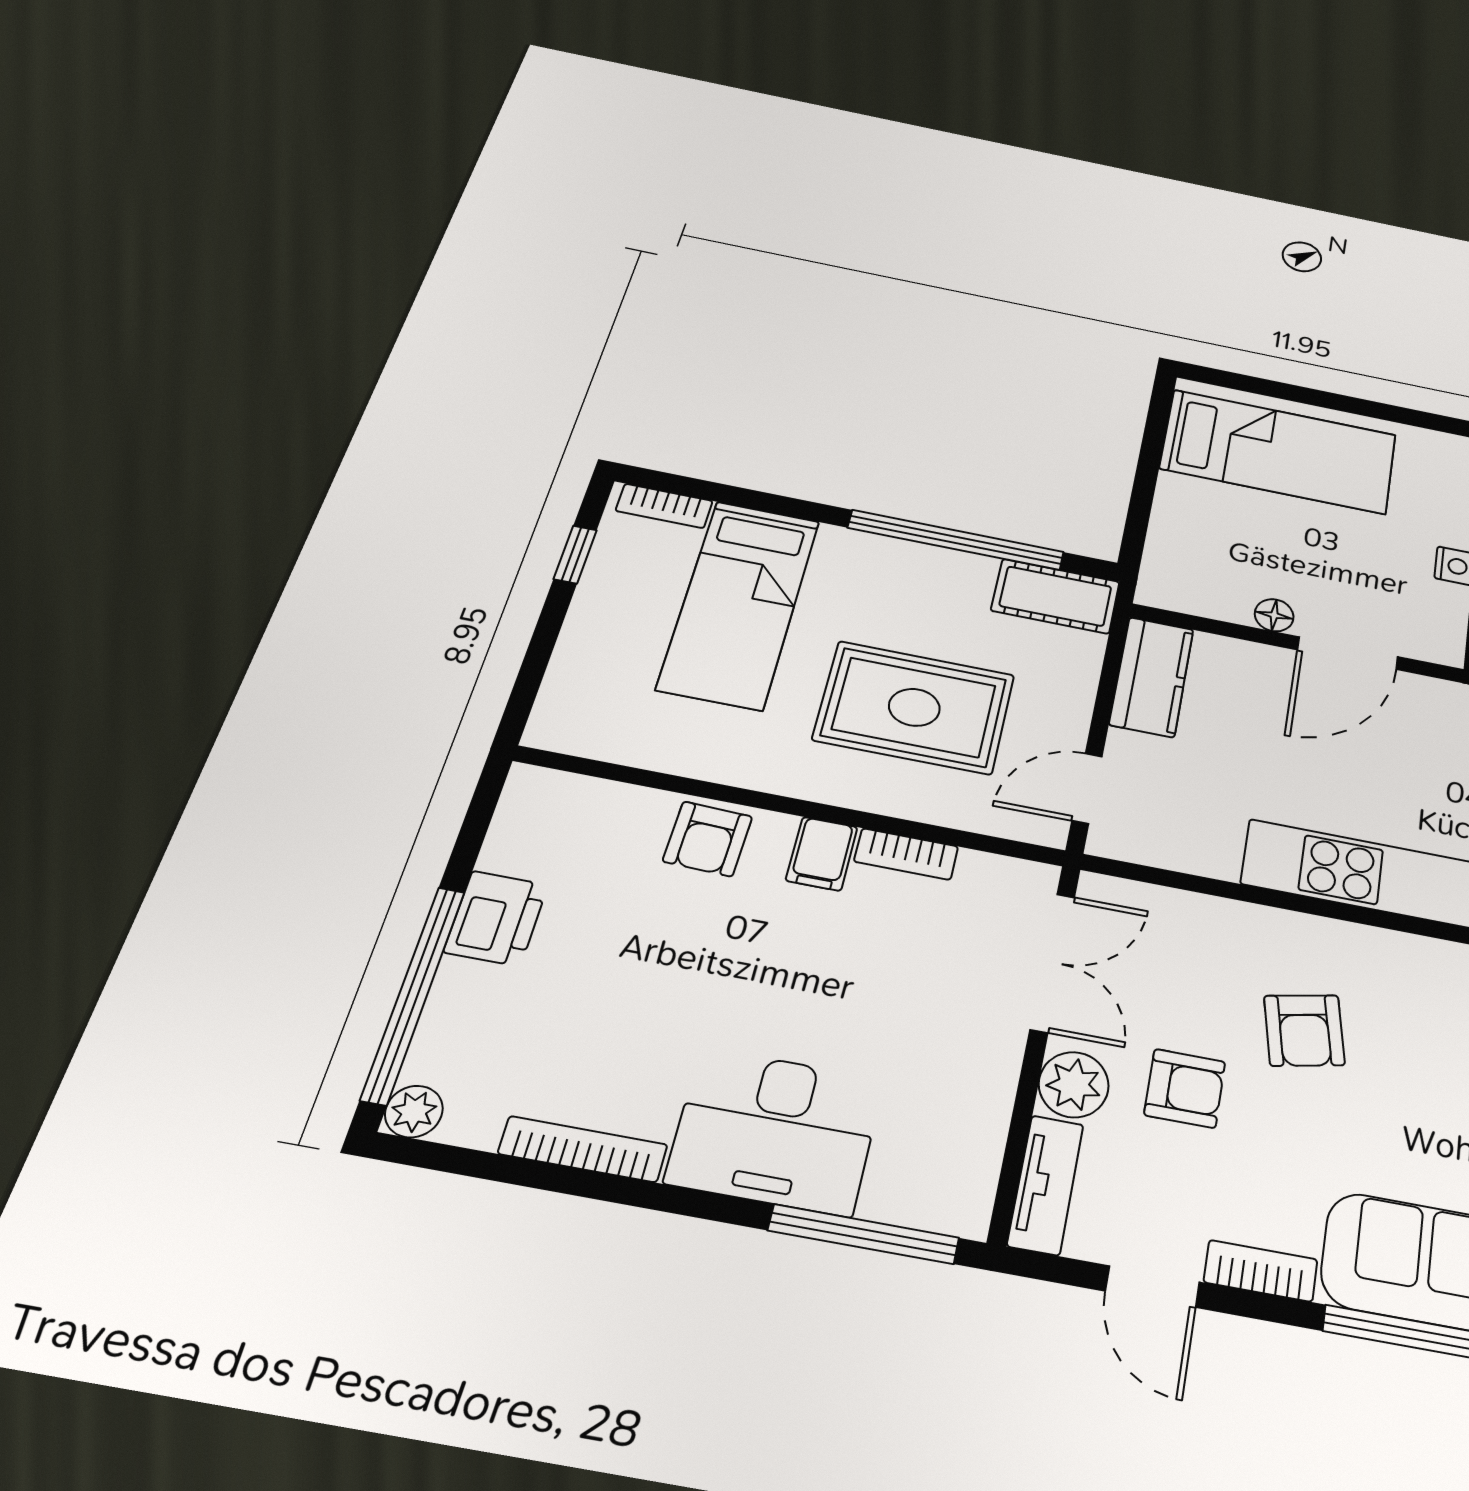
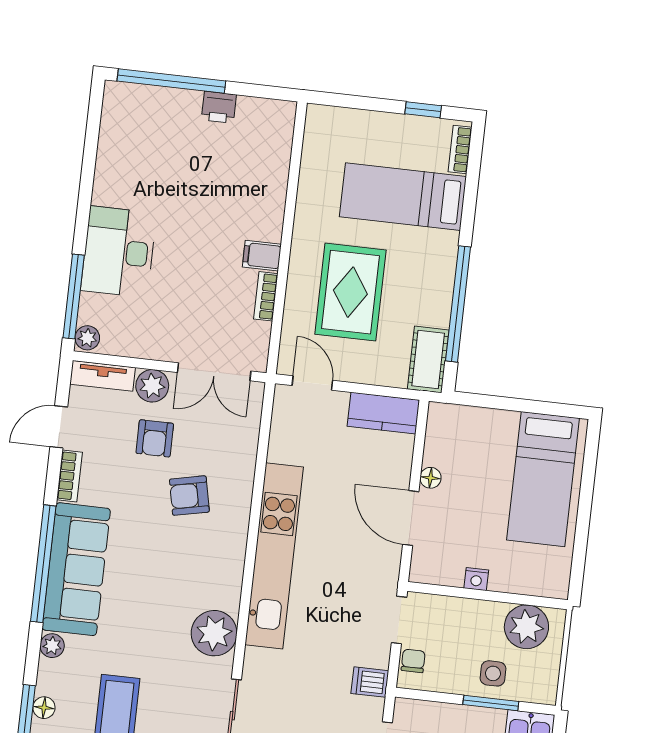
armchair: (708, 839) -> (264, 200), removed
printer: (496, 918) -> (219, 107), width x0.73, depth x0.81
plant: (414, 1111) -> (87, 338), moved
bookcase: (583, 1149) -> (104, 169), removed

